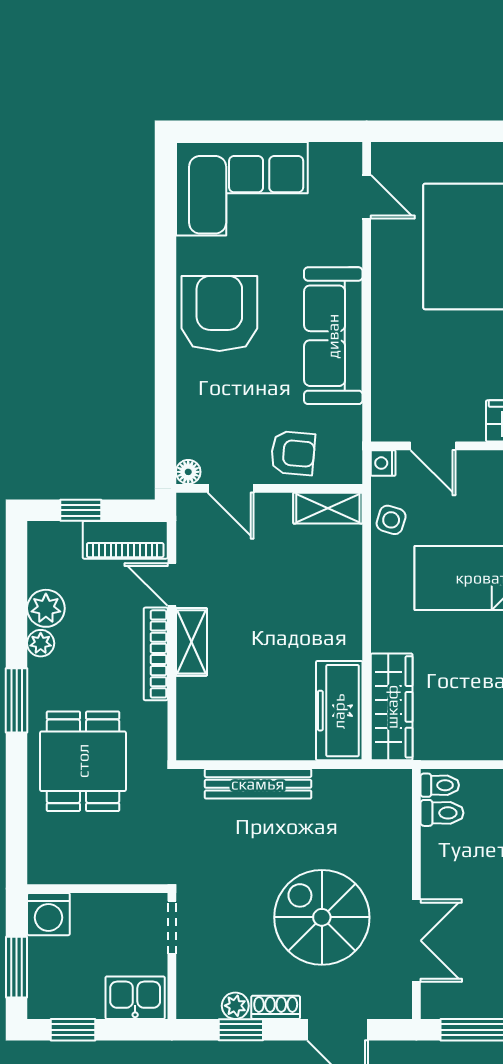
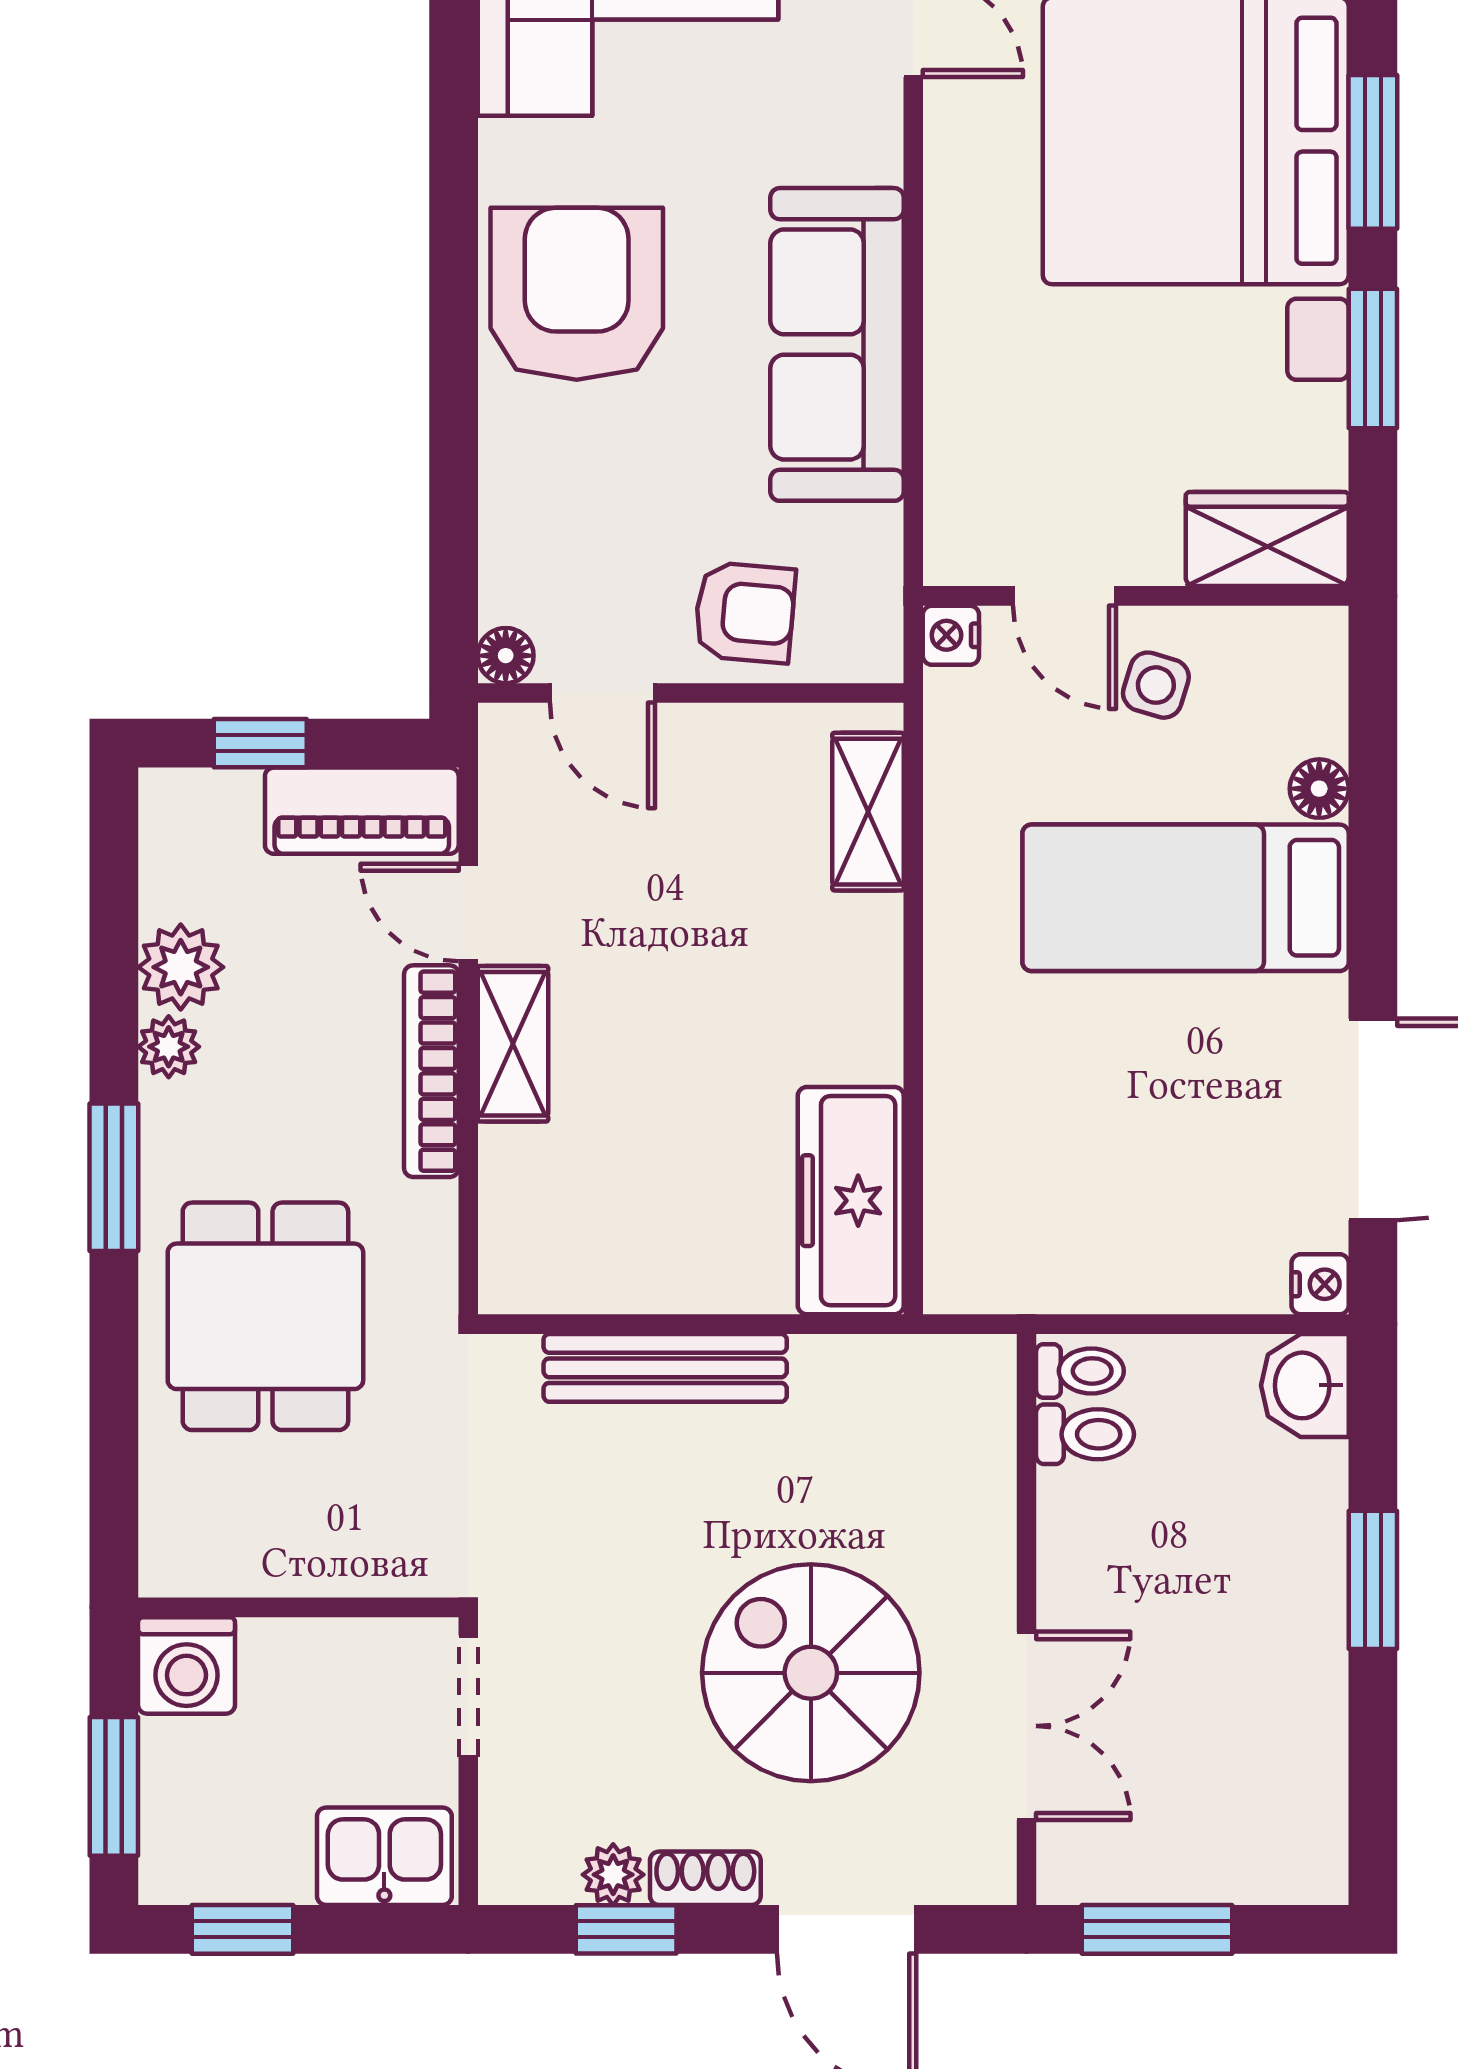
shelving: (328, 508) -> (868, 812), moved, turned 90
side table: (391, 520) -> (1156, 685), moved
wardrobe: (392, 707) -> (970, 1192), removed

